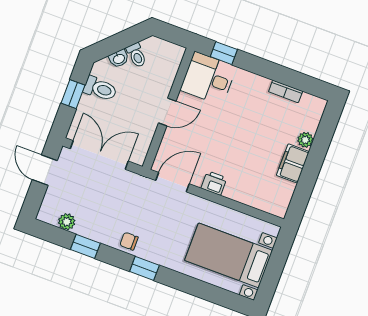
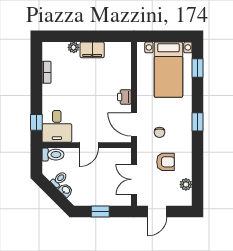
toilet: (100, 89) -> (53, 155), moved, turned 90
door: (167, 112) -> (89, 145), swing flipped
double door: (99, 155) -> (134, 179), width x0.73
armchair: (107, 206) -> (165, 162), added
chair: (129, 241) -> (160, 132), moved
window: (85, 246) -> (198, 68), moved

